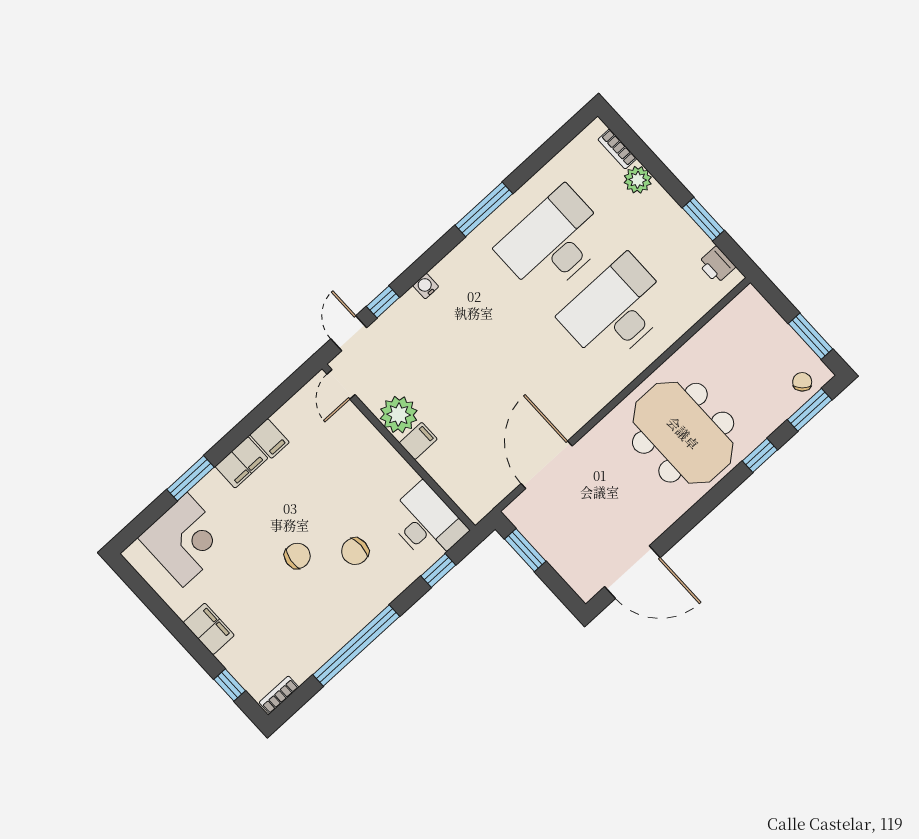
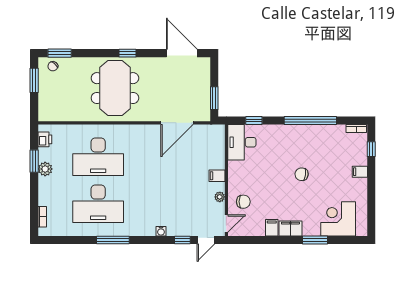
plant: (638, 180) -> (45, 169), moved
plant: (399, 415) -> (220, 197), width x0.53, depth x0.53
window: (760, 455) -> (127, 53), moved
chair: (355, 551) -> (243, 202), moved
filing cabinet: (209, 629) -> (360, 172), width x0.50

